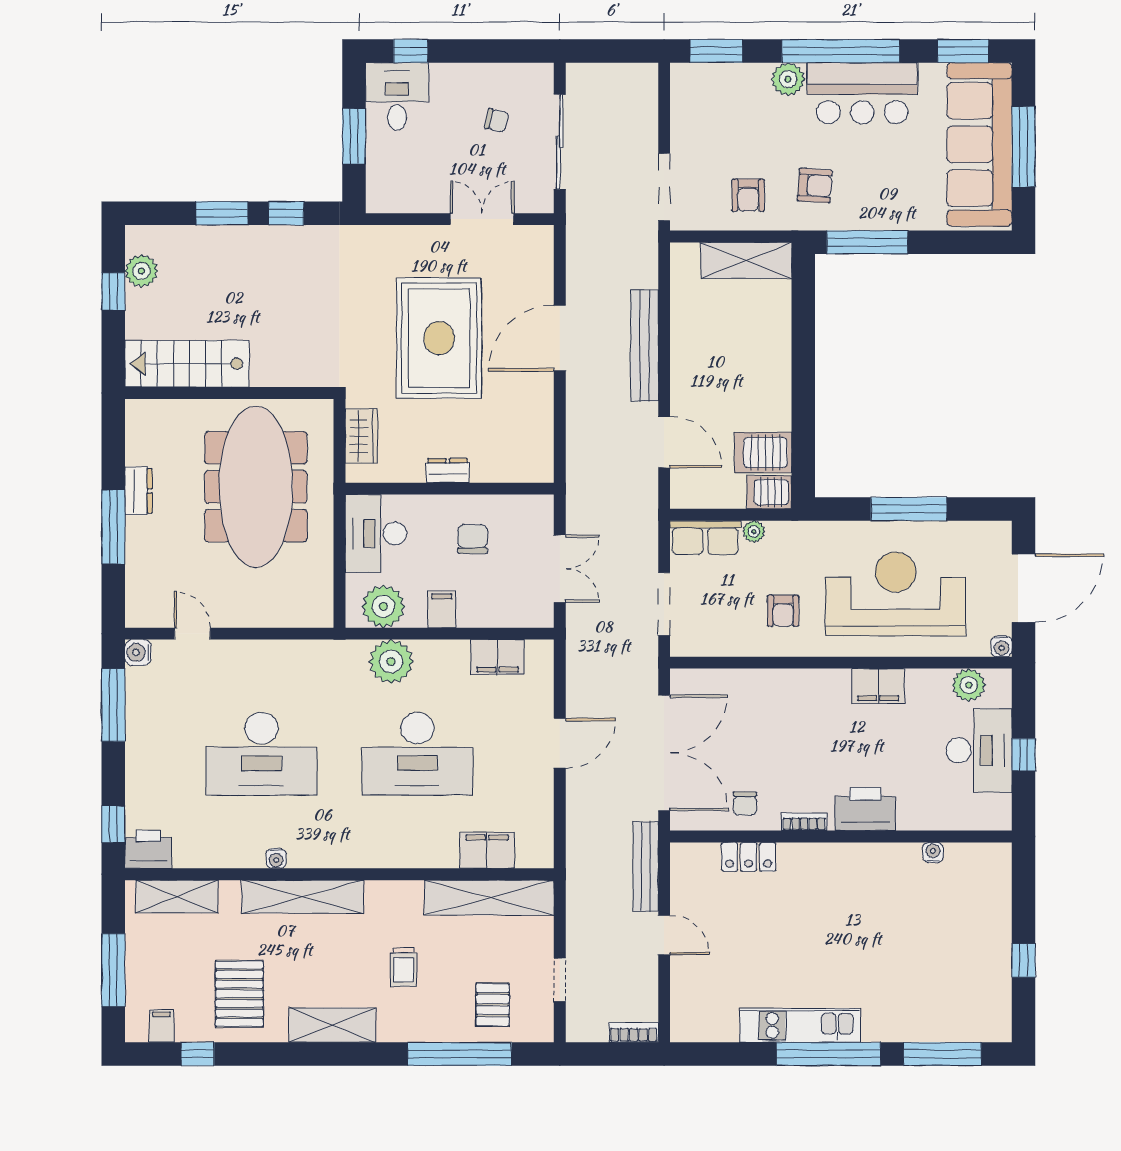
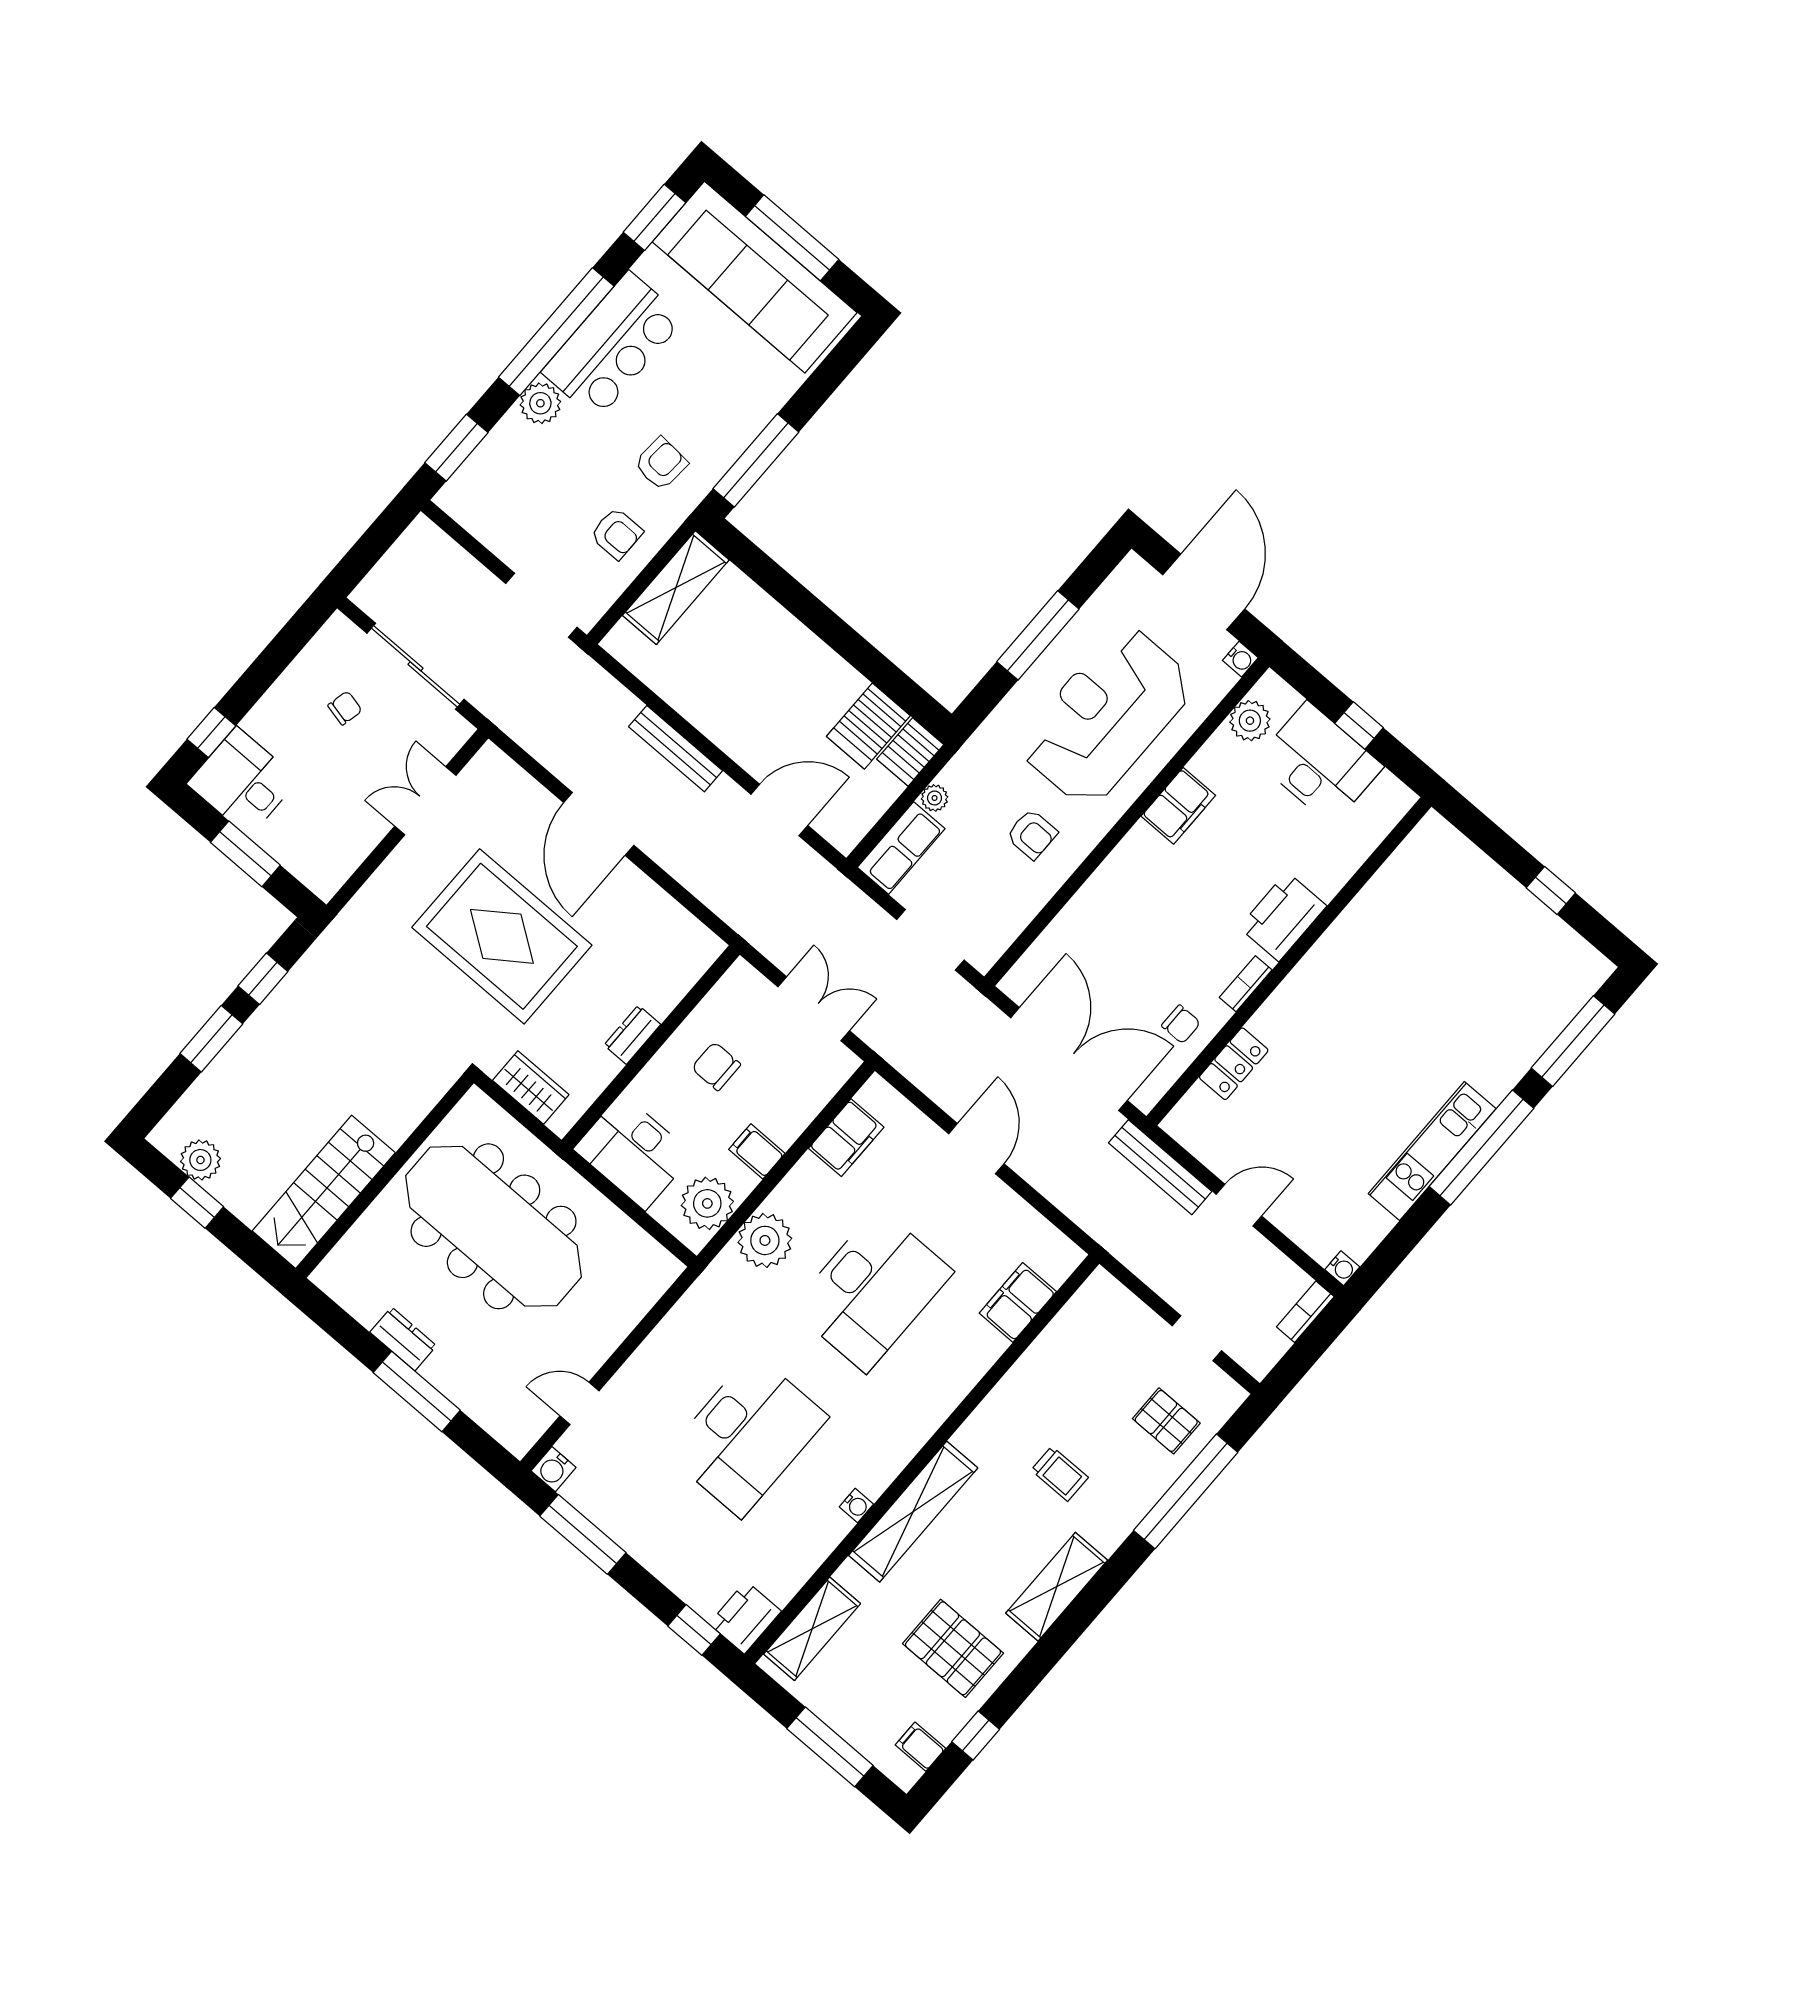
bench: (644, 346) -> (676, 749), width x0.73, depth x0.82
water cooler: (933, 852) -> (1342, 1268), moved, turned 180
shelving: (489, 898) -> (1064, 1338), removed

